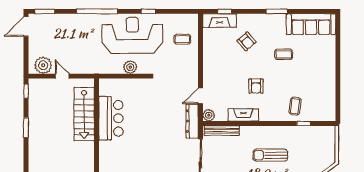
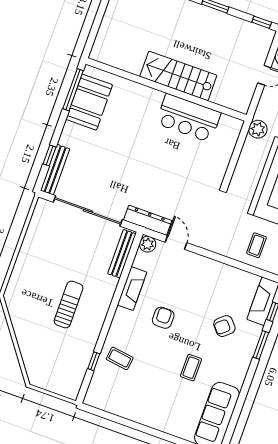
window: (277, 11) -> (261, 345), moved
plant: (130, 67) -> (258, 129), moved
armchair: (256, 86) -> (163, 318), turned 90
stairs: (84, 114) -> (178, 76), moved

